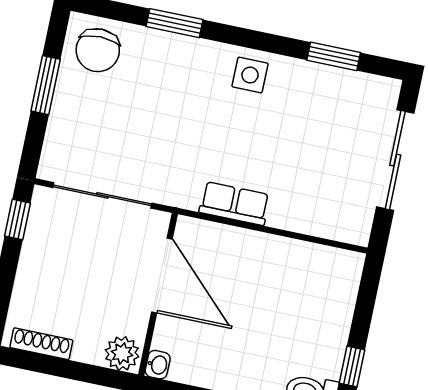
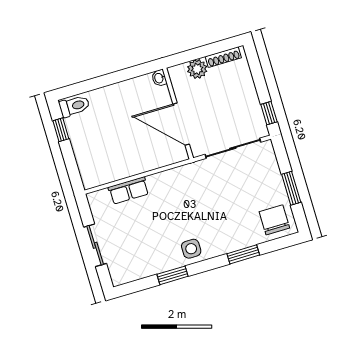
window: (334, 56) -> (173, 275), moved
sliding door: (395, 160) -> (95, 245), width x0.73
row of seats: (234, 203) -> (129, 190), moved
plant: (122, 353) -> (197, 69), moved

